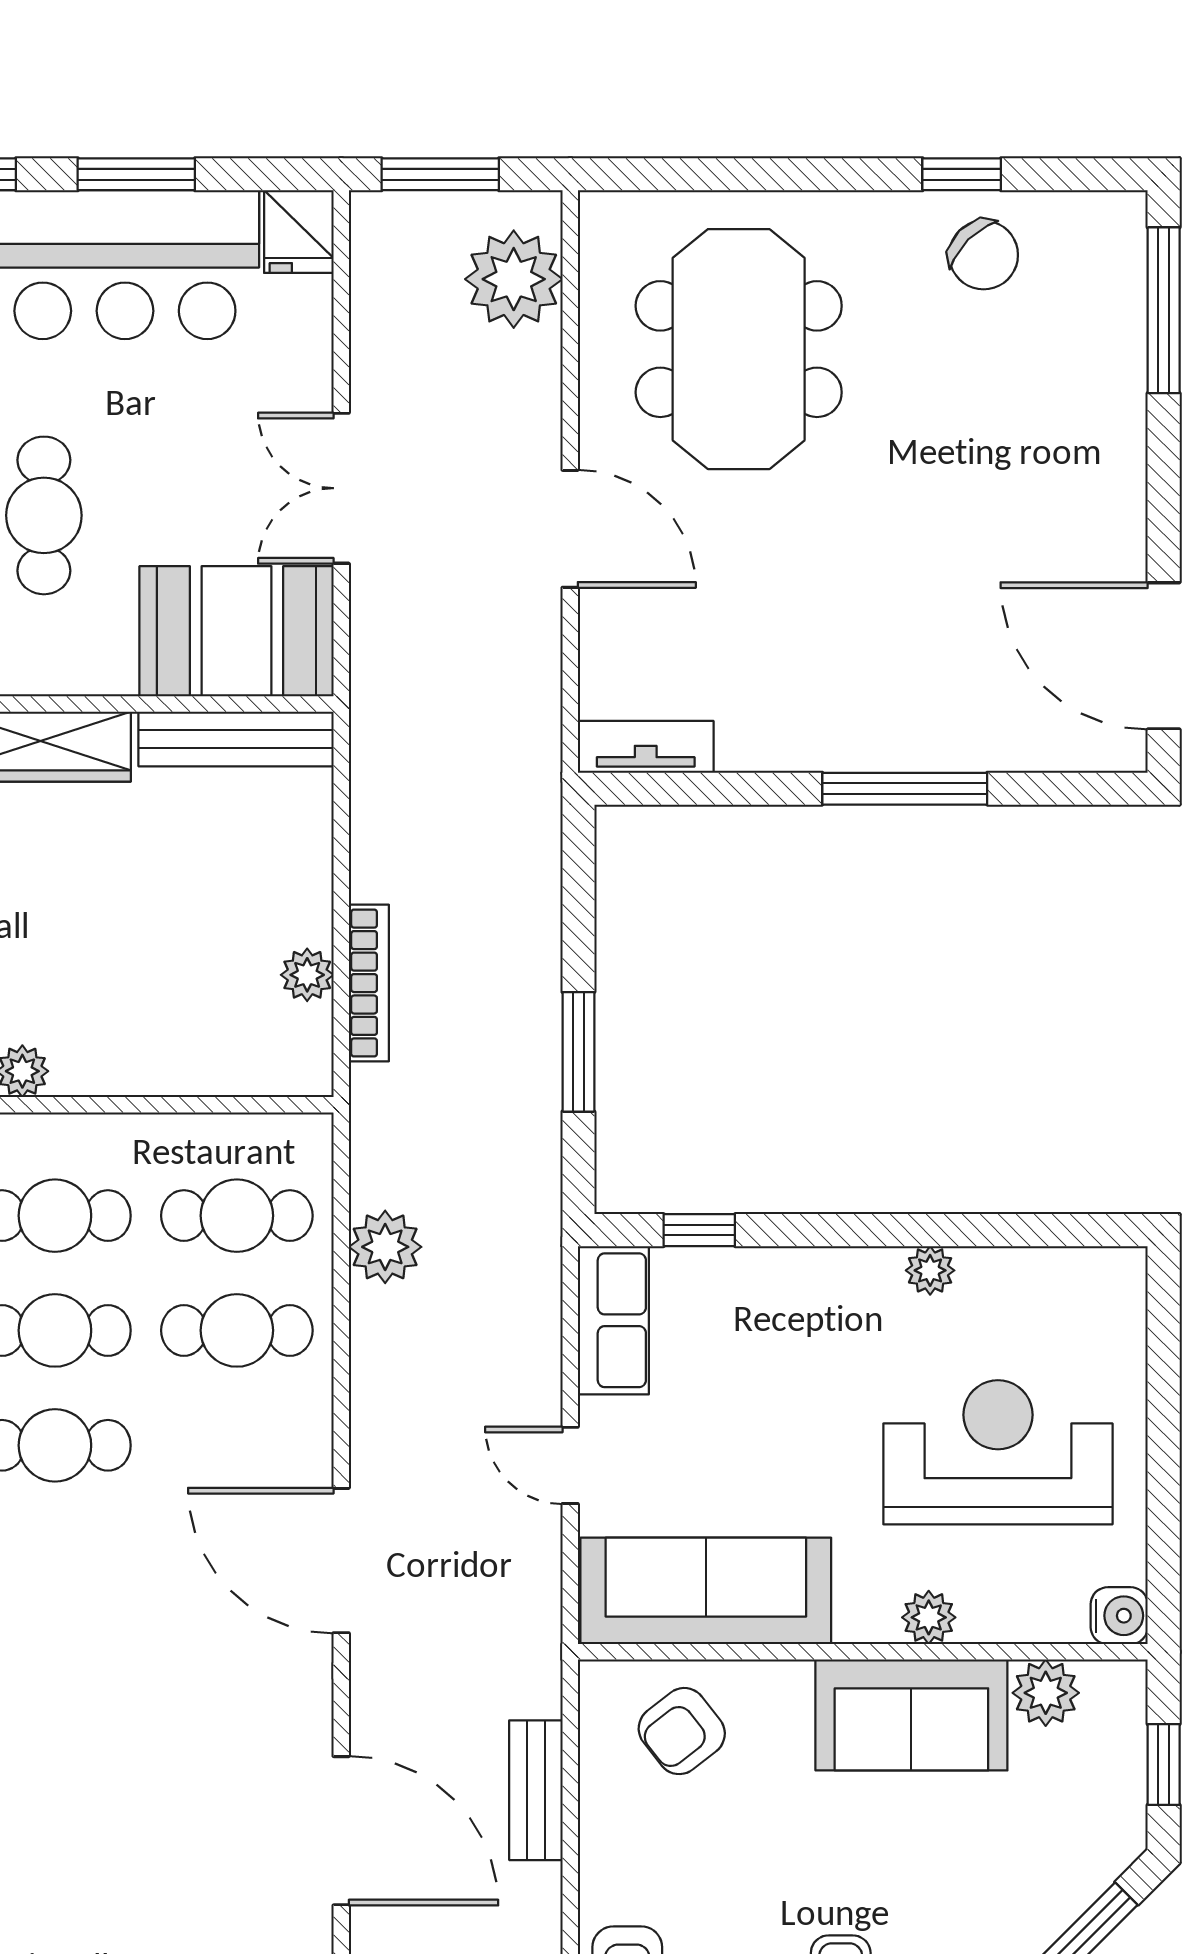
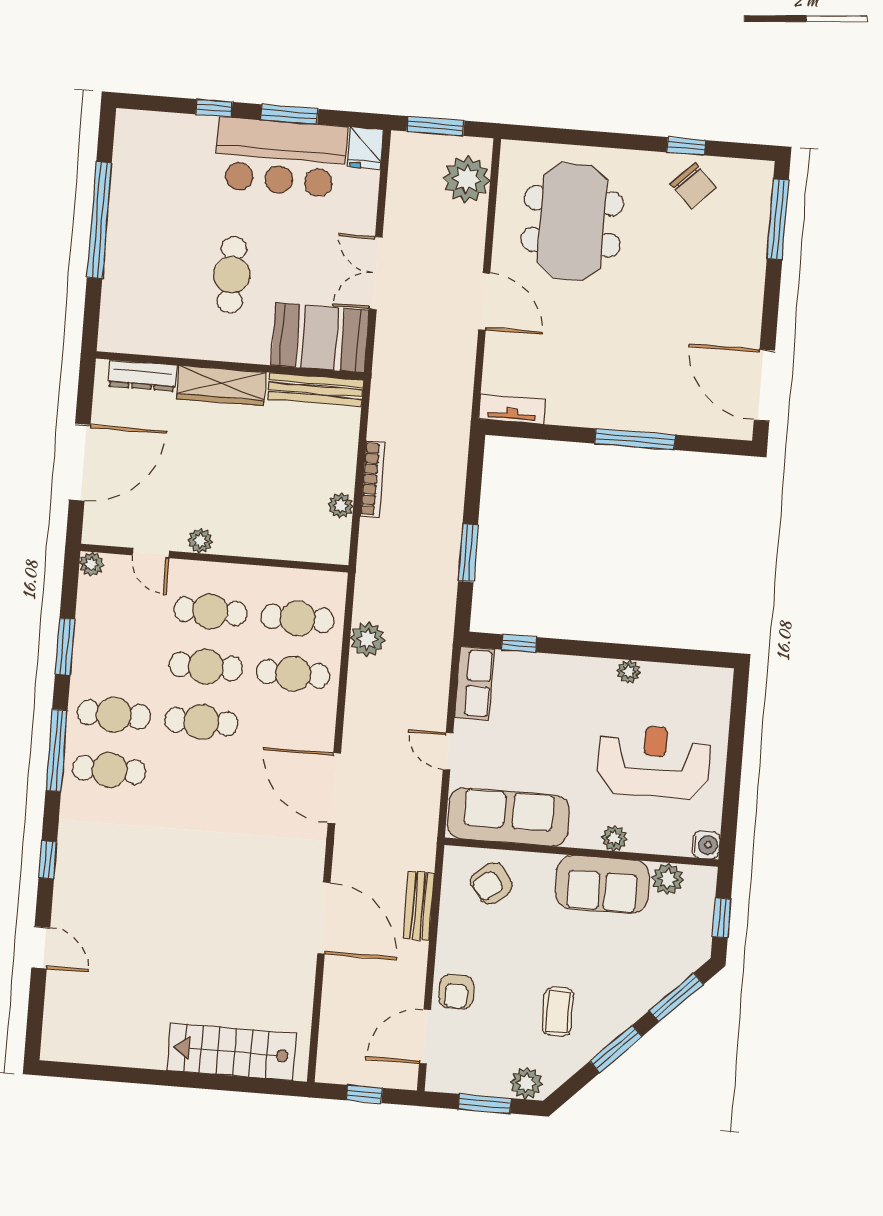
bookcase: (369, 983) -> (373, 479), moved

